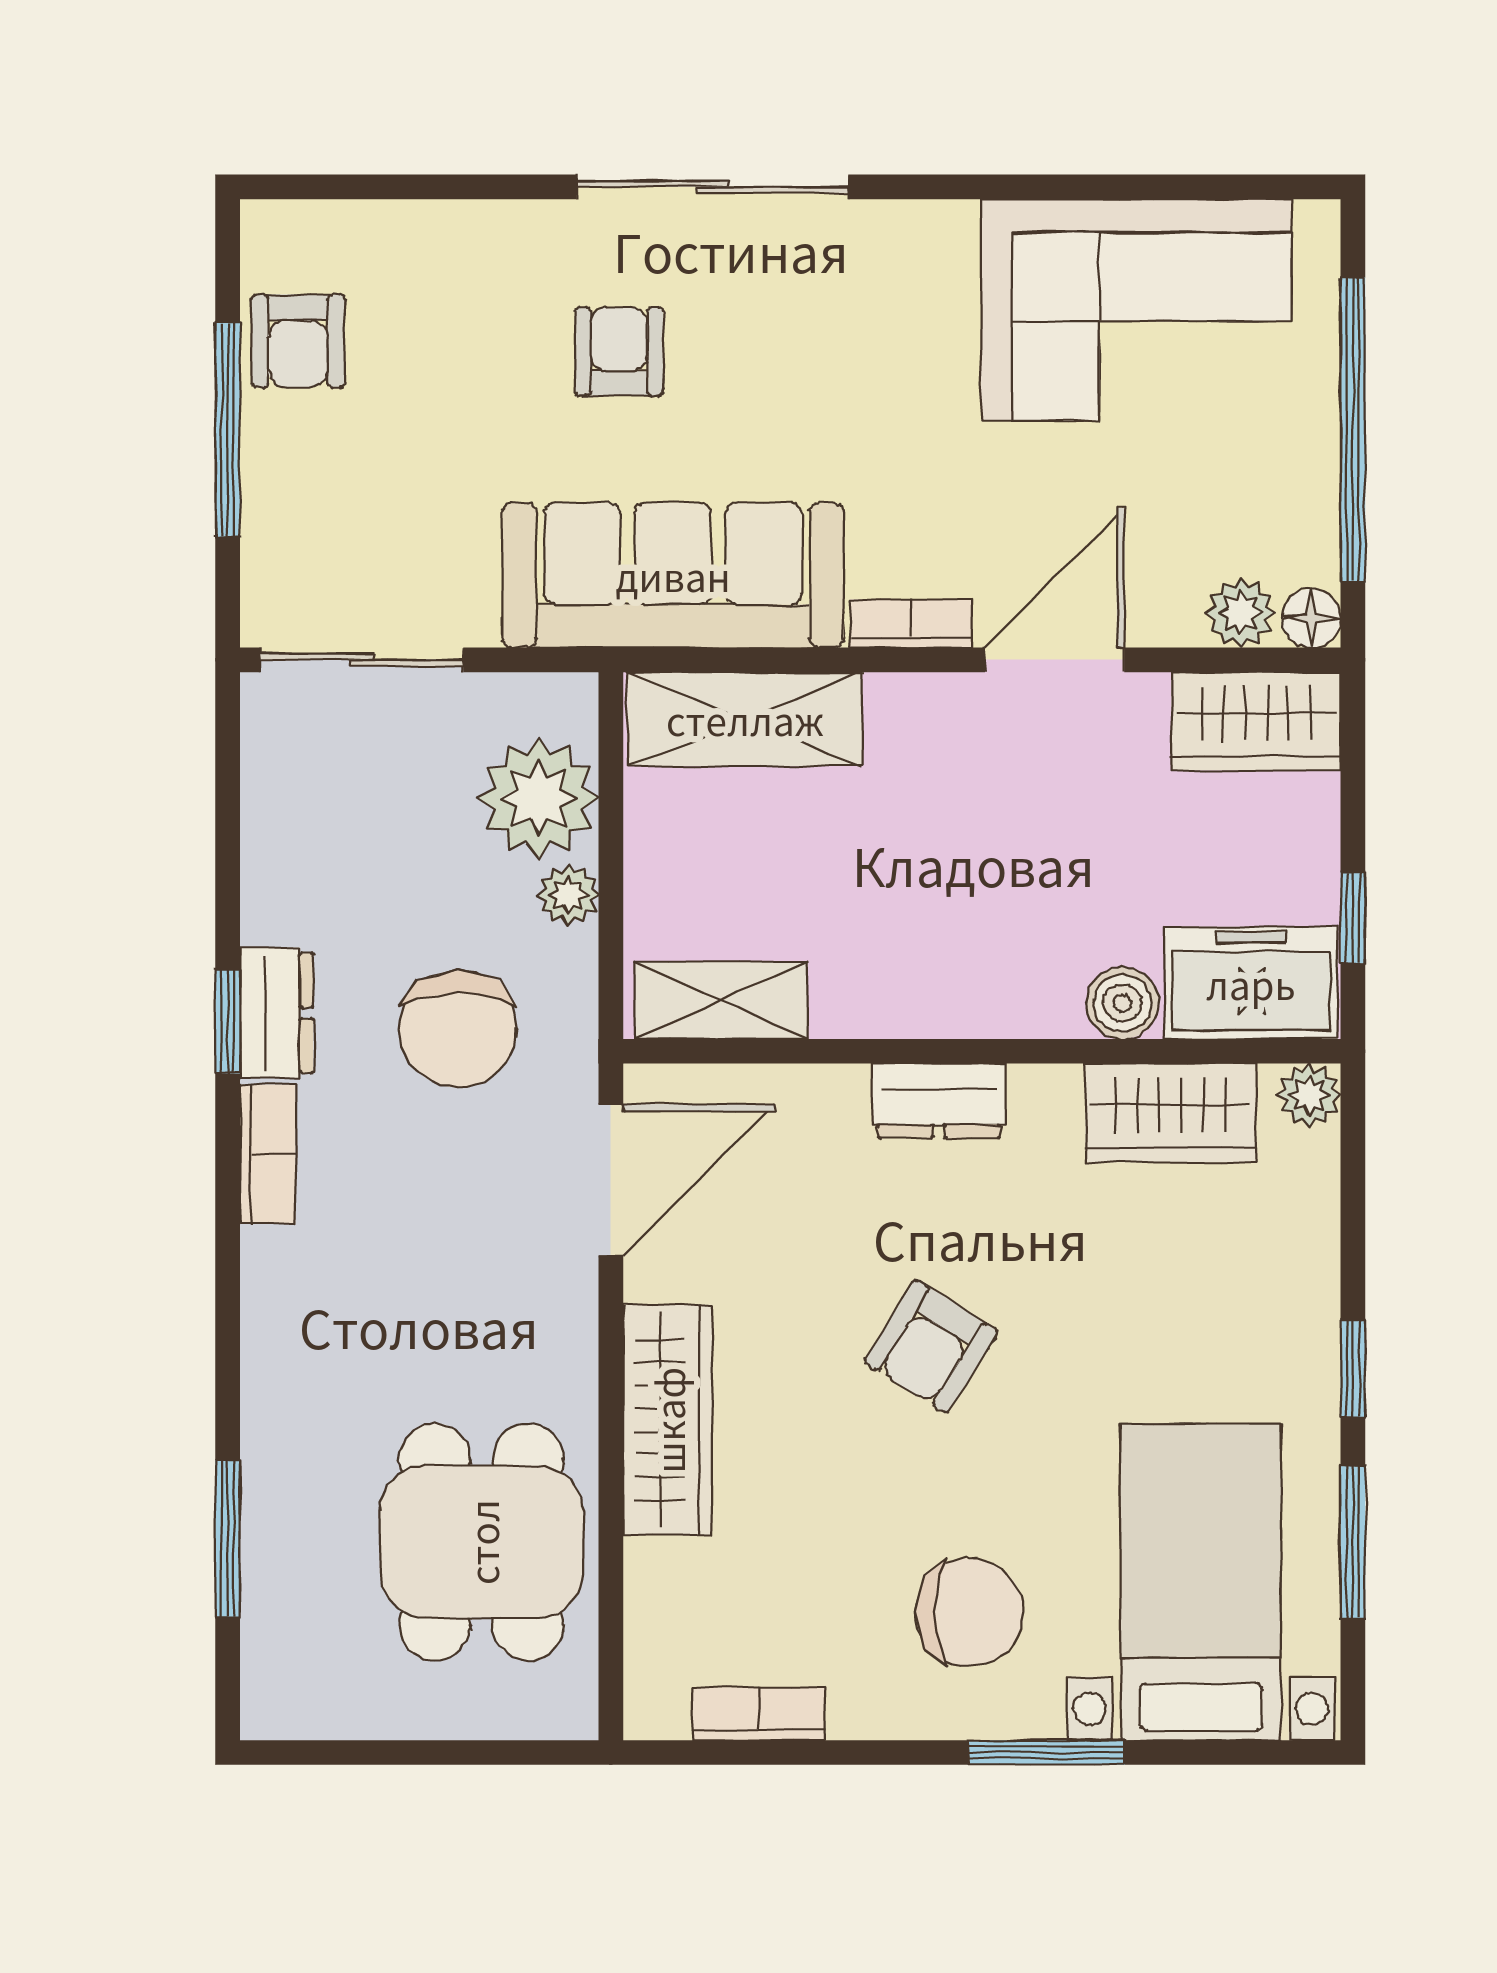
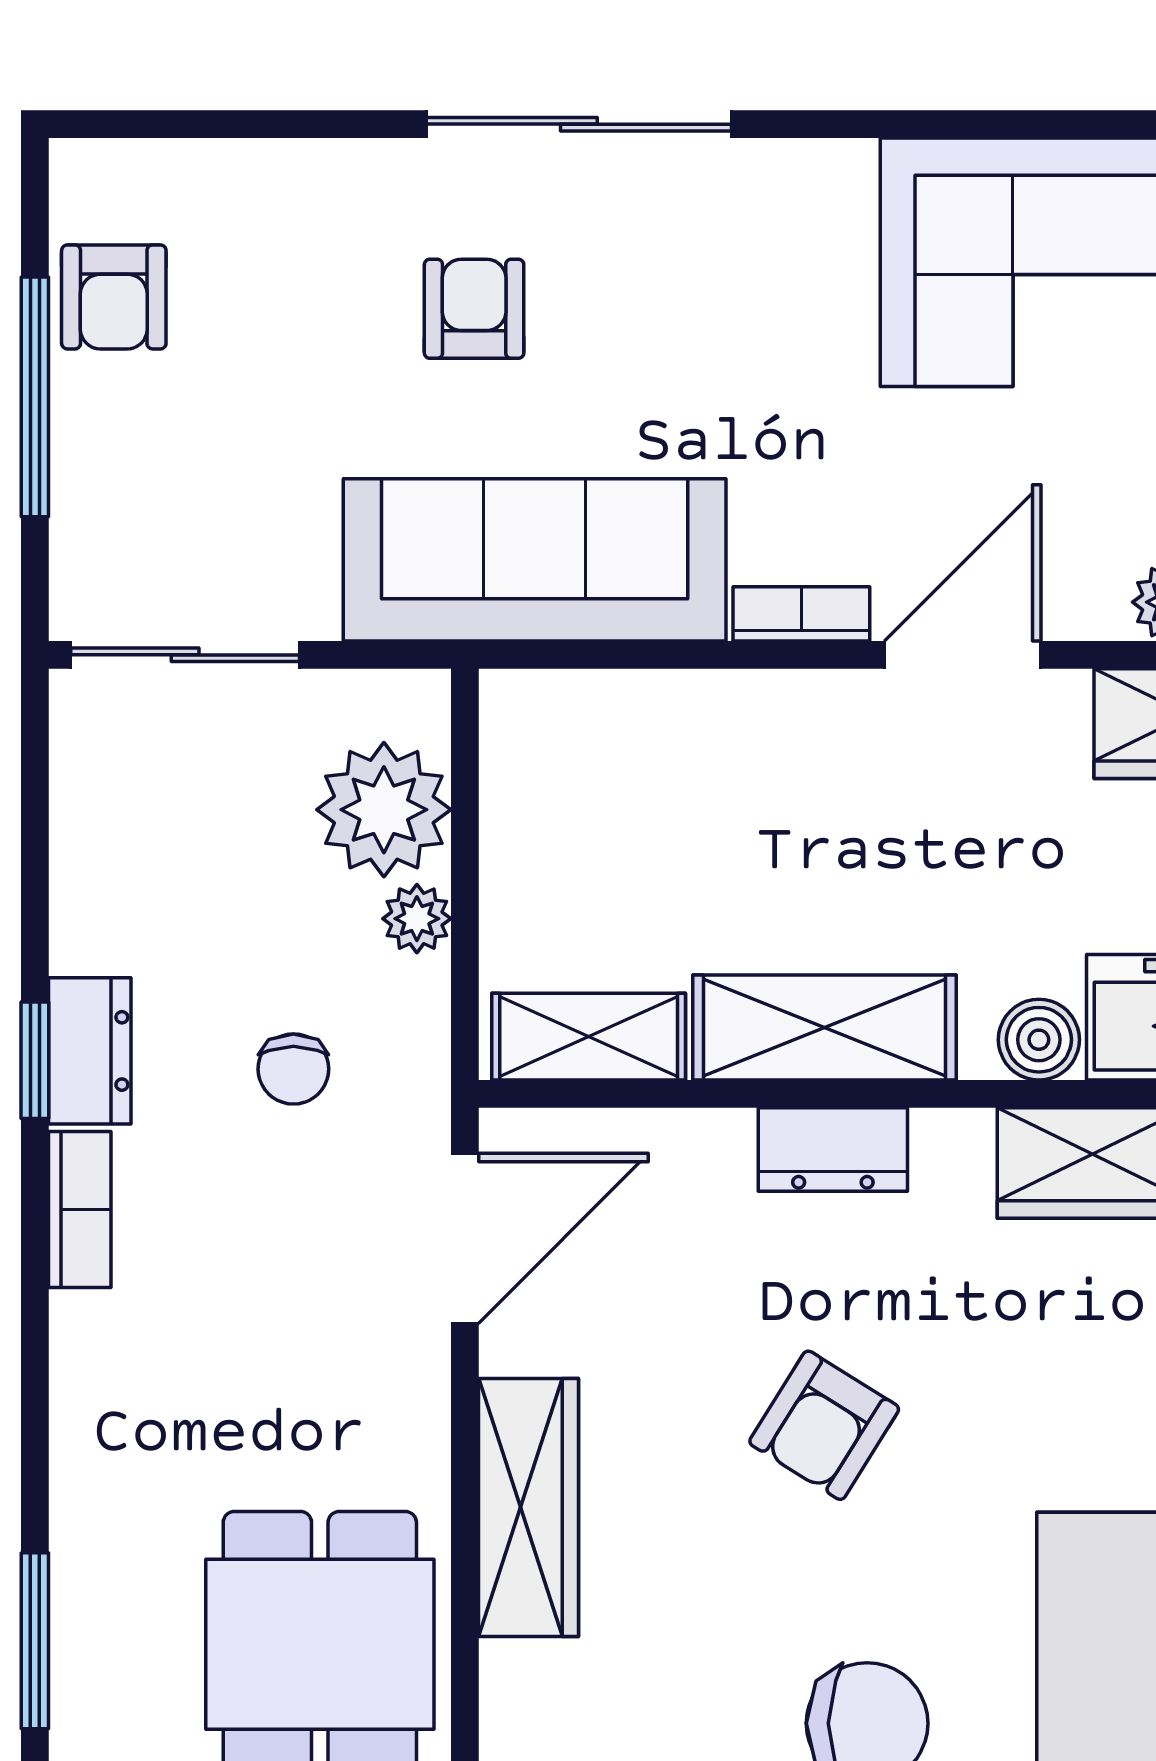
shelving: (745, 719) -> (824, 1028), moved
chair: (458, 1029) -> (293, 1069), width x0.54, depth x0.54

